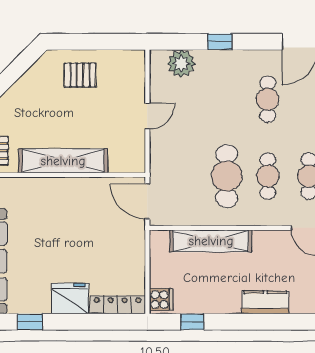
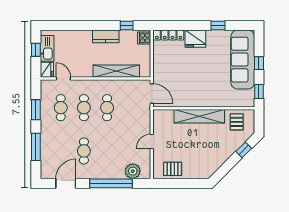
window: (220, 42) -> (111, 183), width x3.17
pallet: (80, 75) -> (173, 169), moved
cafe table: (227, 176) -> (107, 108), width x0.73, depth x0.74
kitchen counter: (265, 302) -> (106, 36), moved

